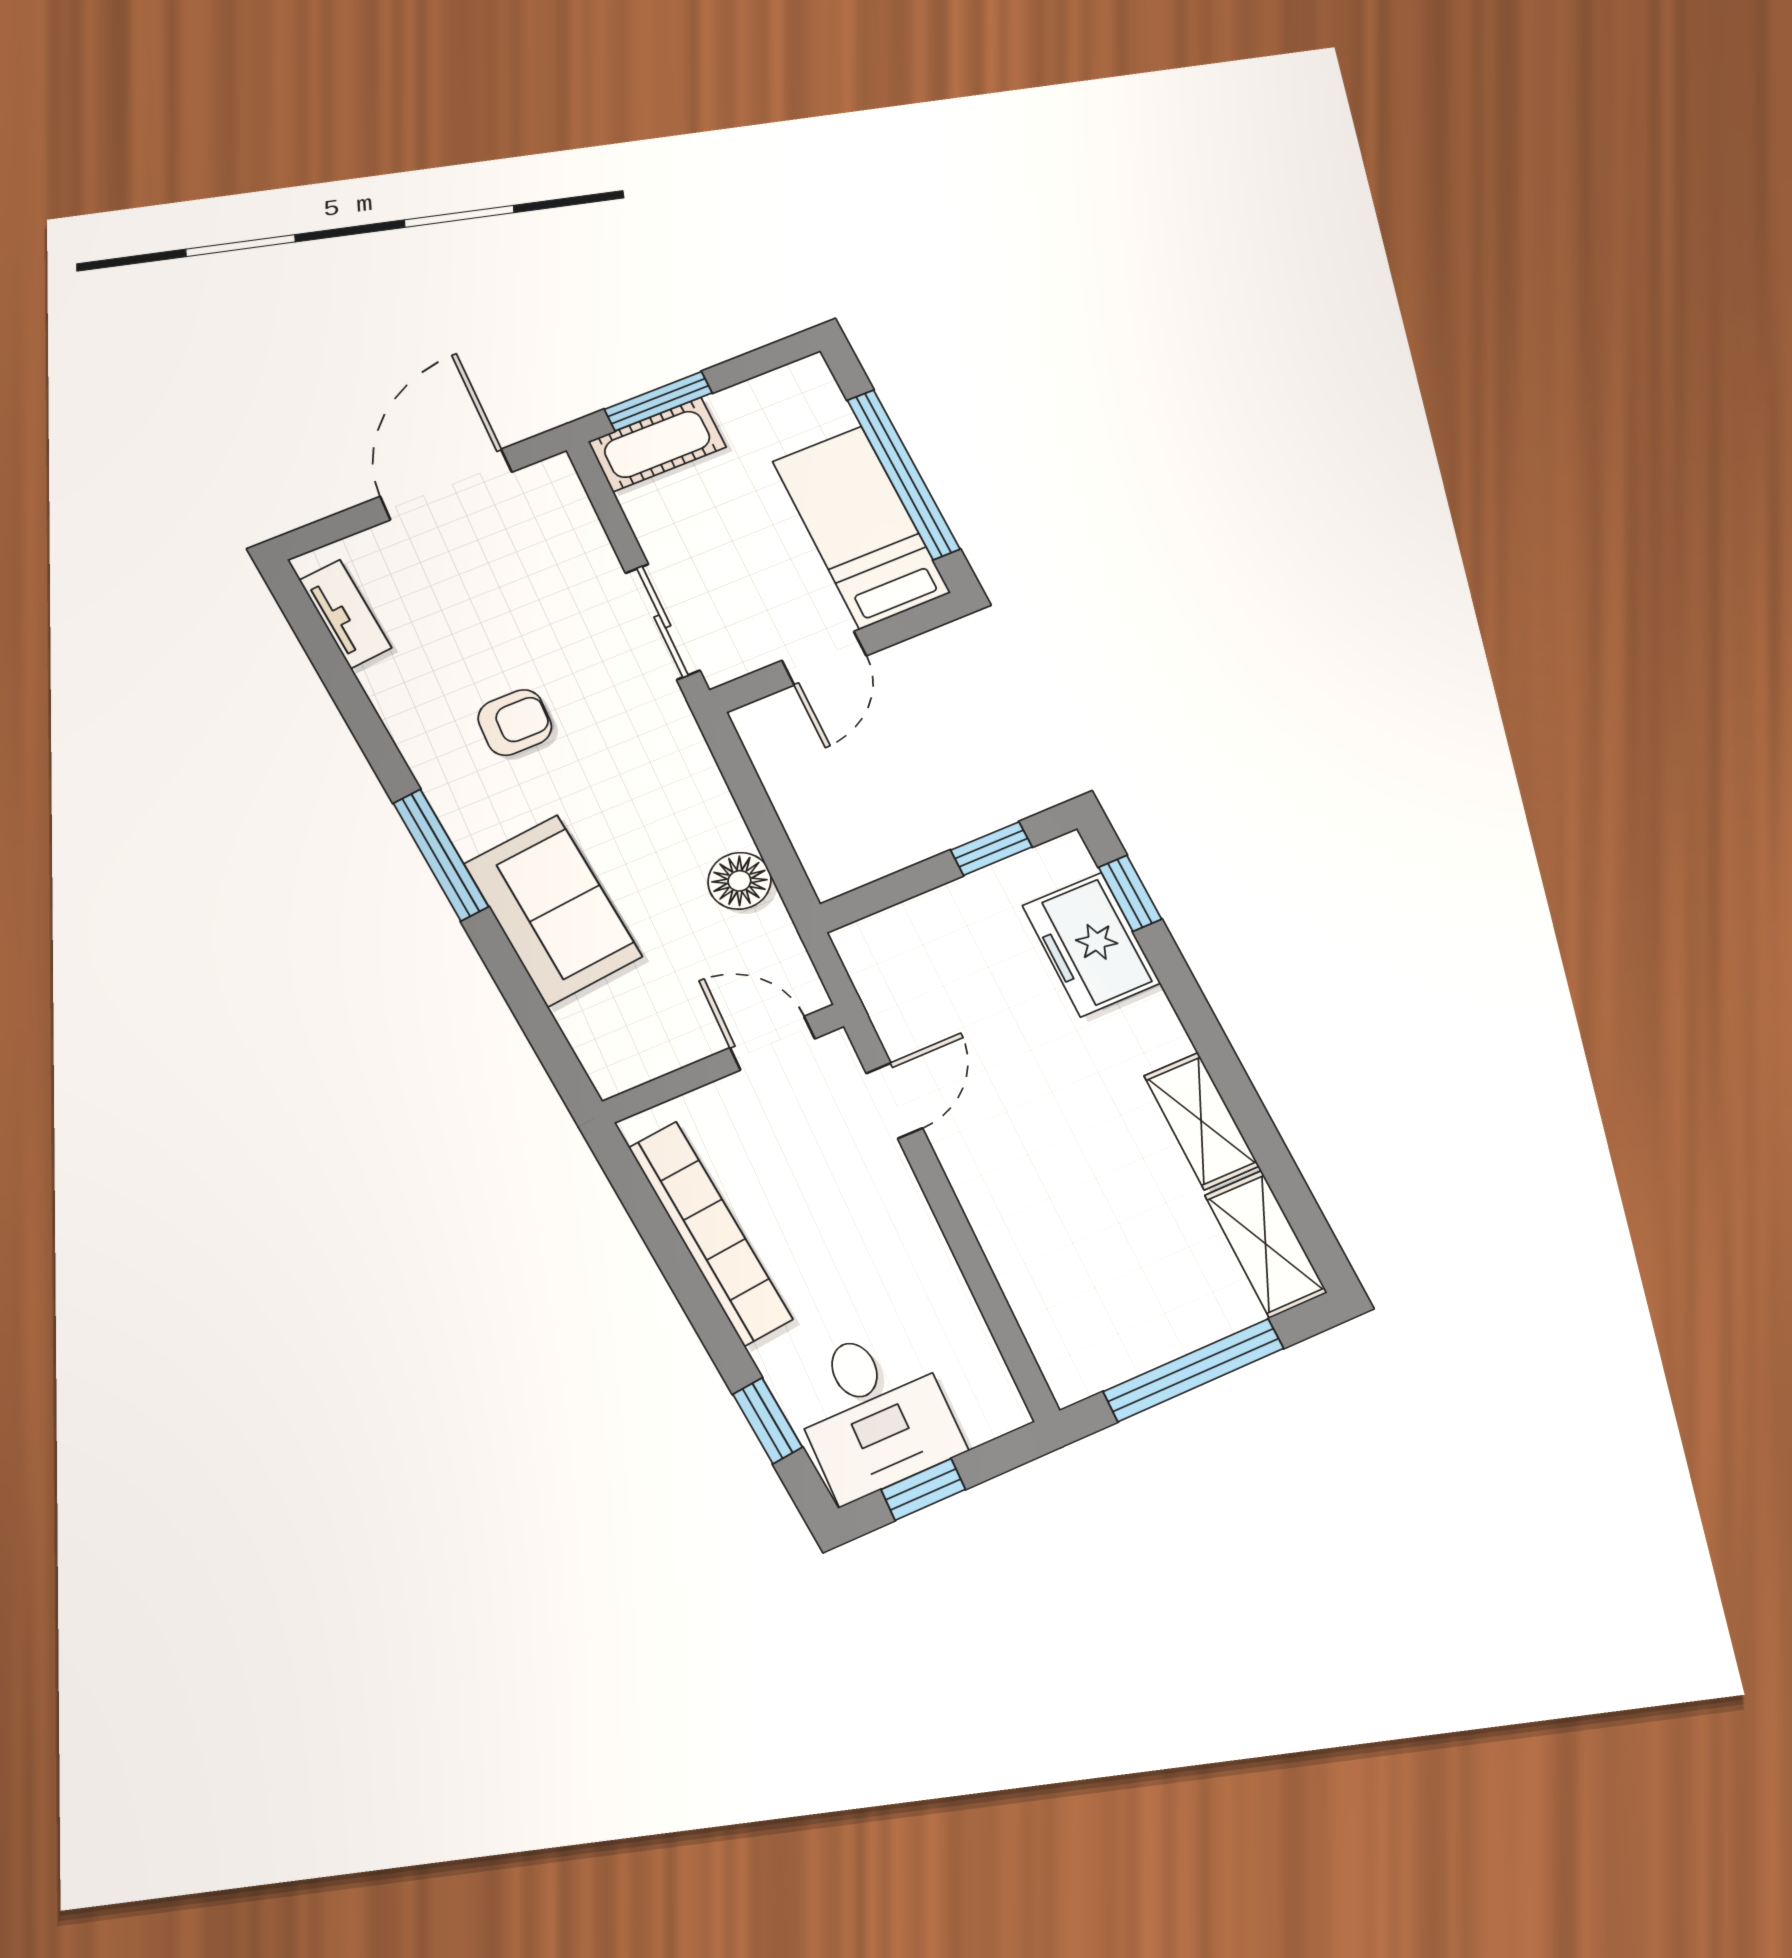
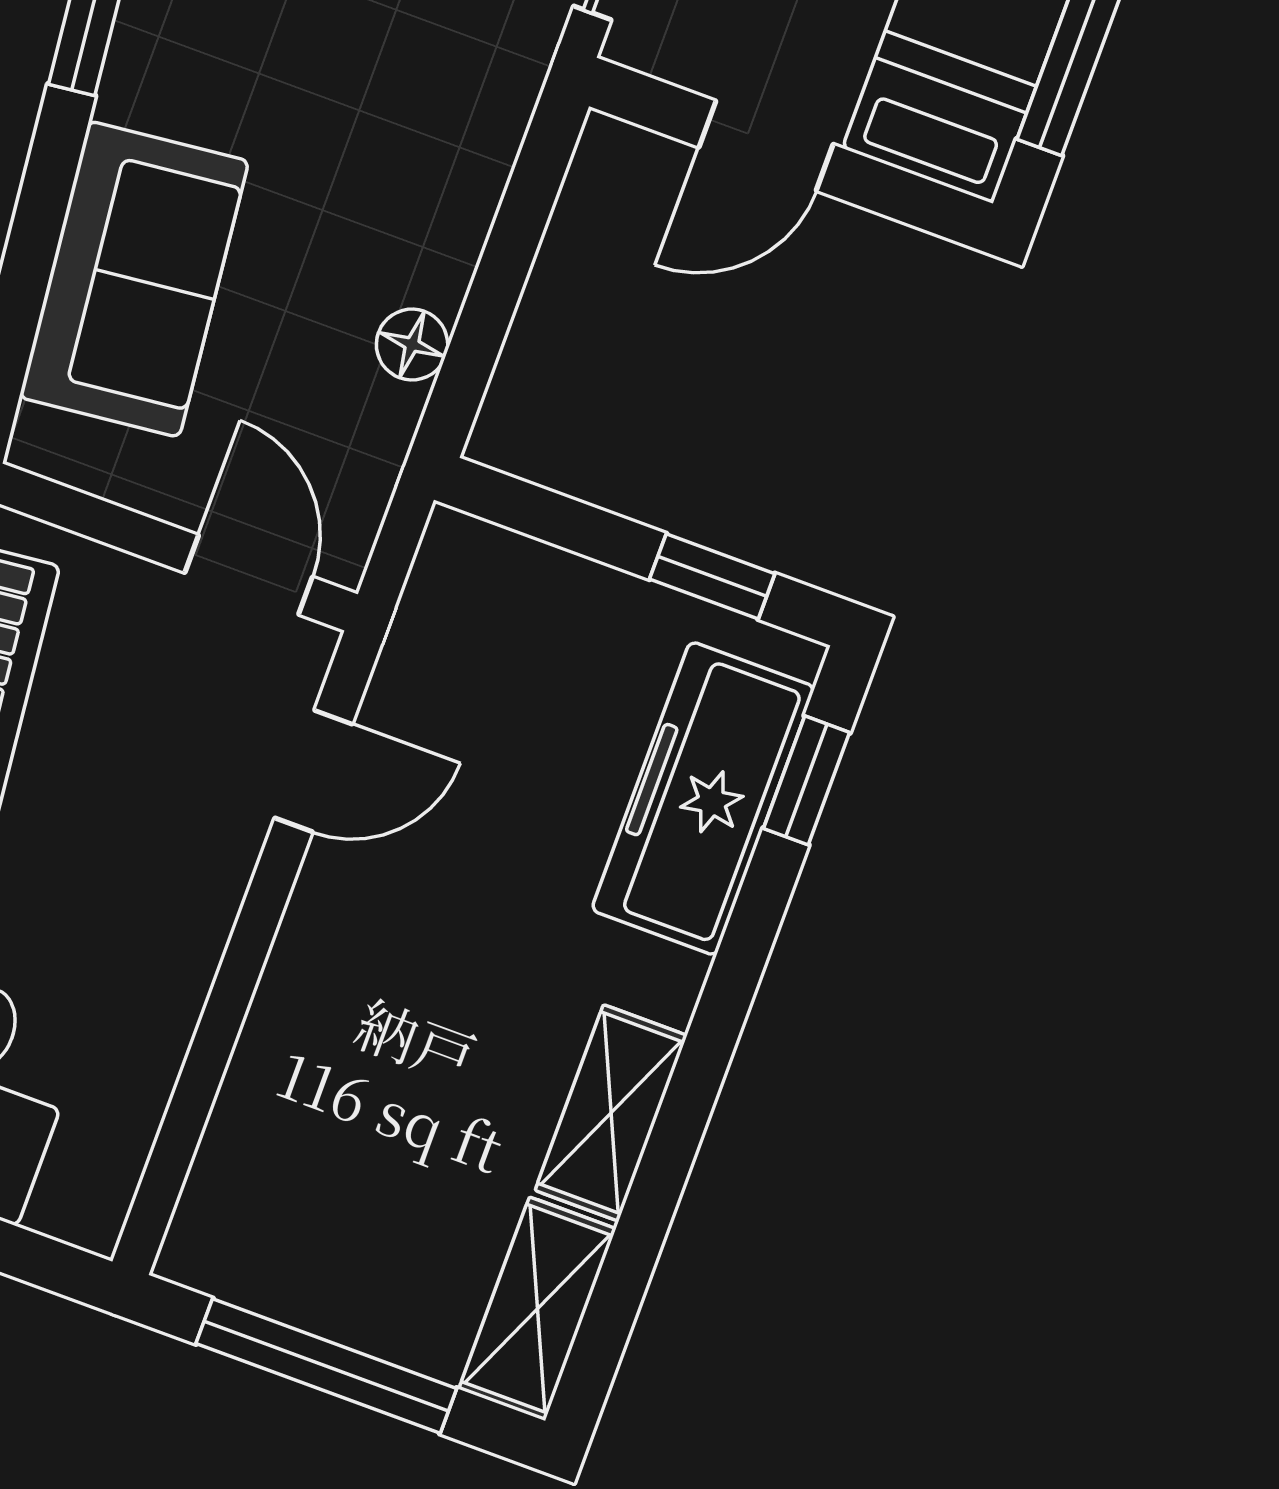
floor lamp: (739, 881) -> (412, 345), width x0.73, depth x0.73
sofa: (552, 910) -> (134, 279), moved
freezer: (1091, 944) -> (703, 798), width x1.40

